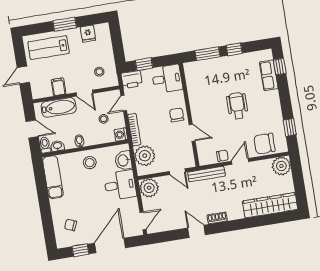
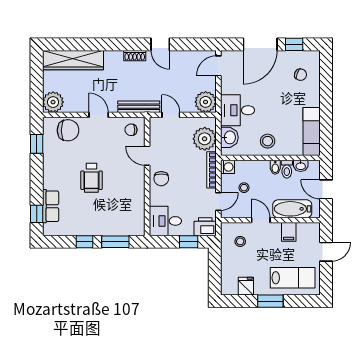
toilet: (45, 145) -> (287, 169), moved
chair: (222, 156) -> (131, 130), moved
door: (240, 161) -> (99, 115), swing flipped

